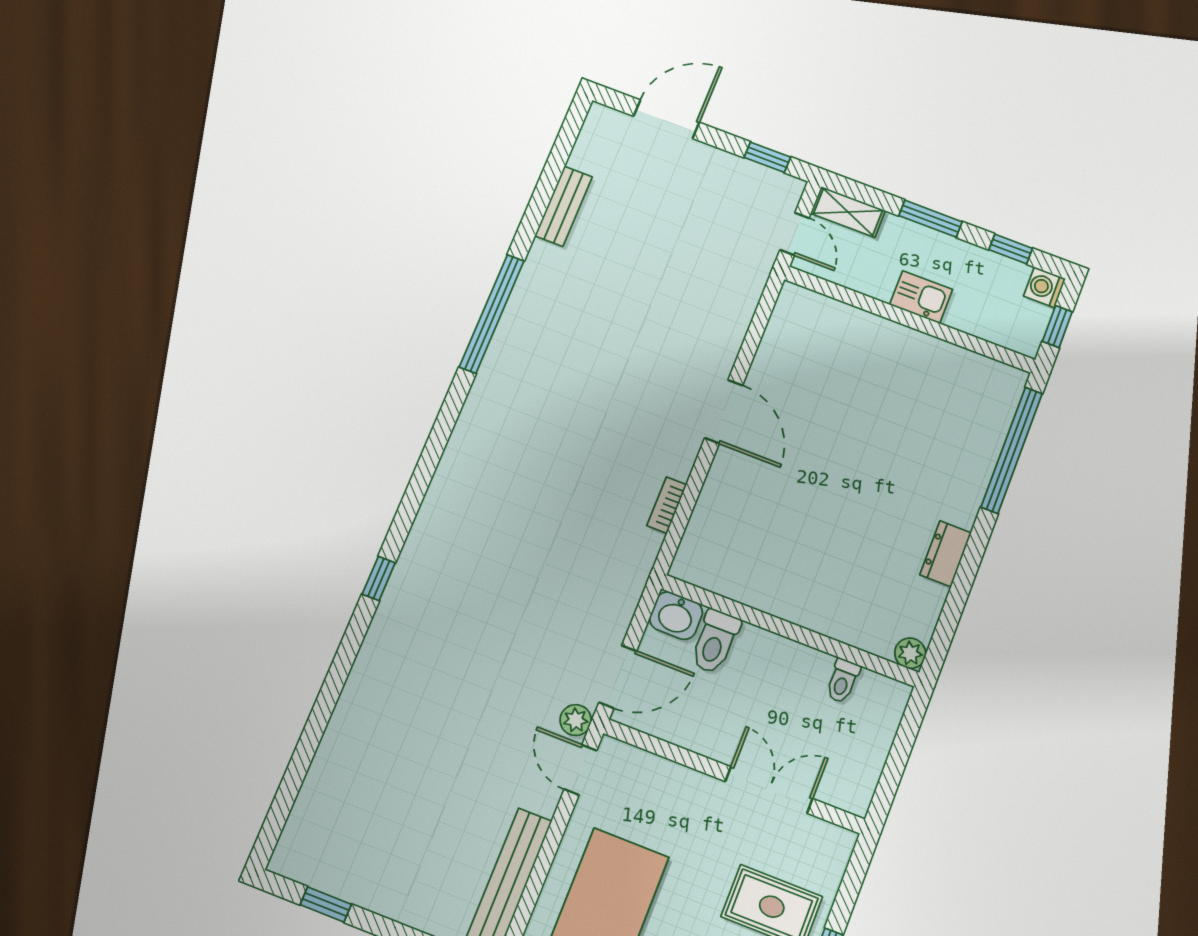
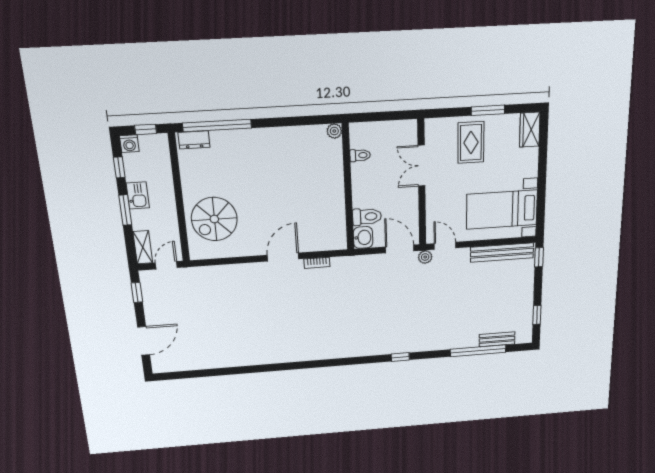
door: (666, 119) -> (144, 341), swing flipped
bench: (564, 206) -> (497, 339), moved
kitchen sink: (921, 297) -> (138, 196), moved, turned 180
window: (492, 314) -> (478, 351), moved
spiral stairs: (843, 361) -> (214, 219), added
door: (724, 412) -> (283, 257), moved
dresser: (946, 554) -> (194, 140), moved
door: (581, 770) -> (445, 246), swing flipped

